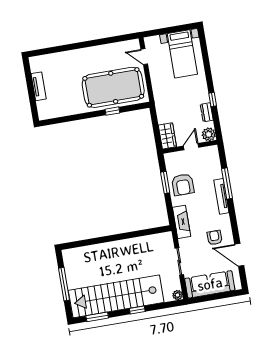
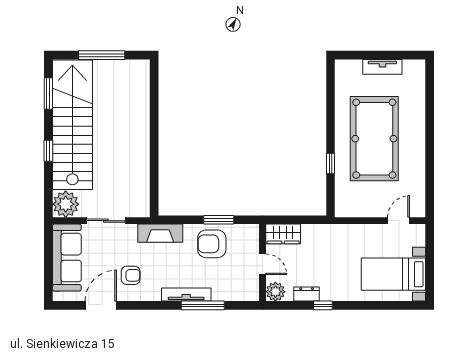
pool table: (113, 87) -> (374, 139), moved
plant: (178, 295) -> (66, 204), width x1.87, depth x1.87

